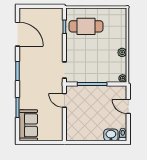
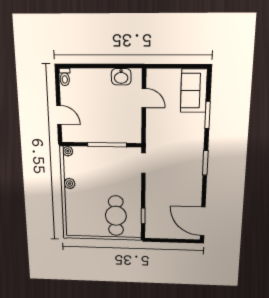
cafe table: (86, 26) -> (116, 216), turned 90
door: (18, 34) -> (203, 221), moved
door: (64, 100) -> (144, 98), moved
washbasin: (111, 135) -> (121, 77), moved

